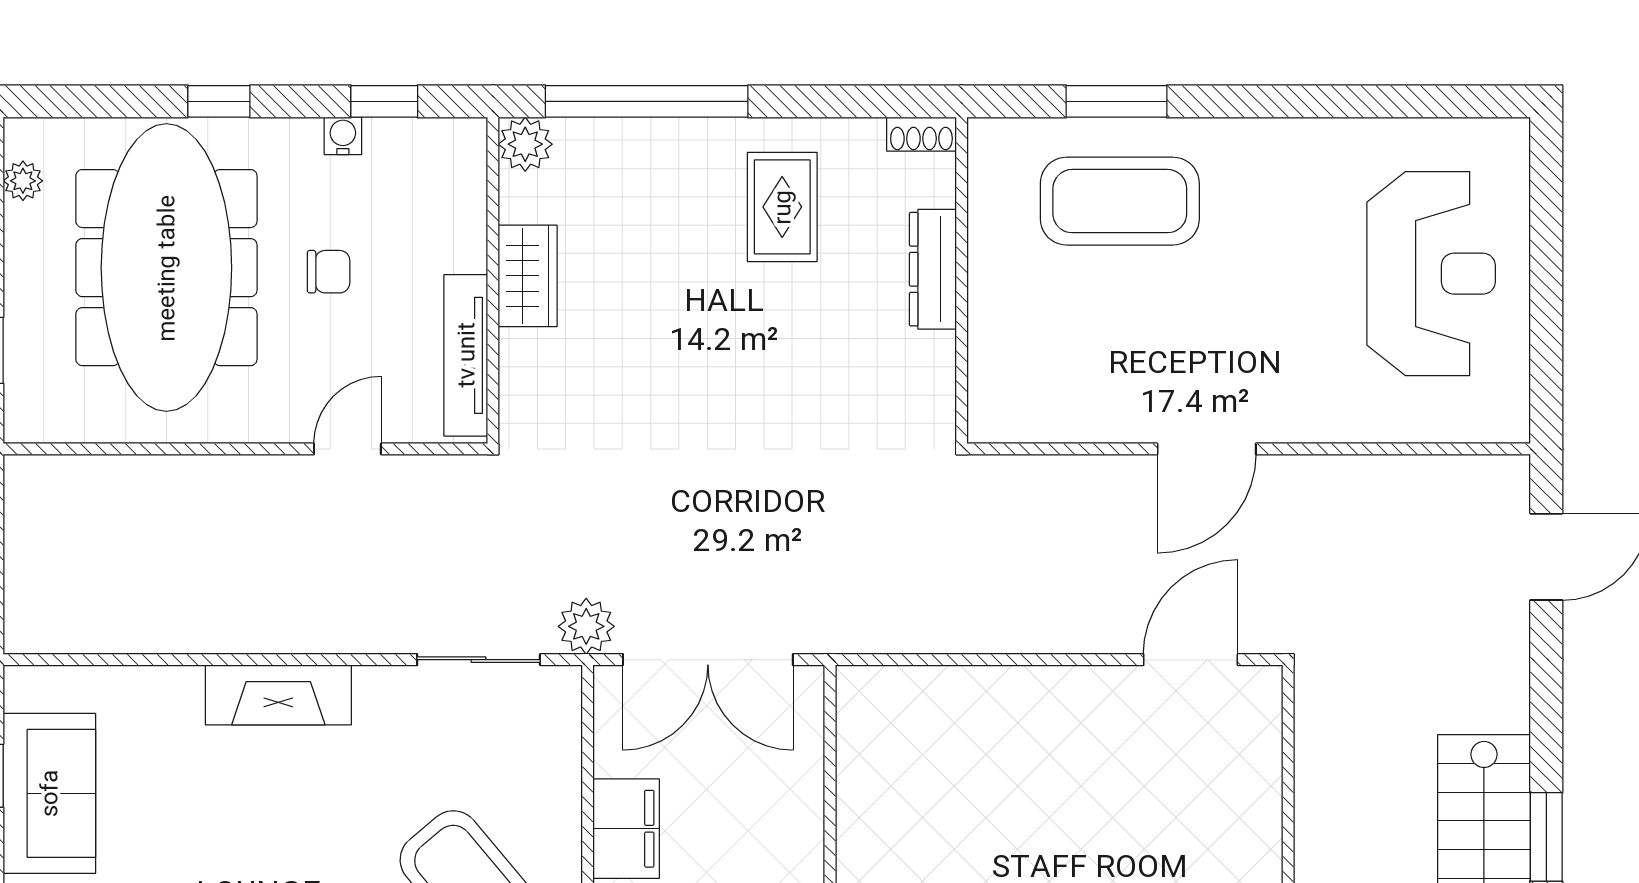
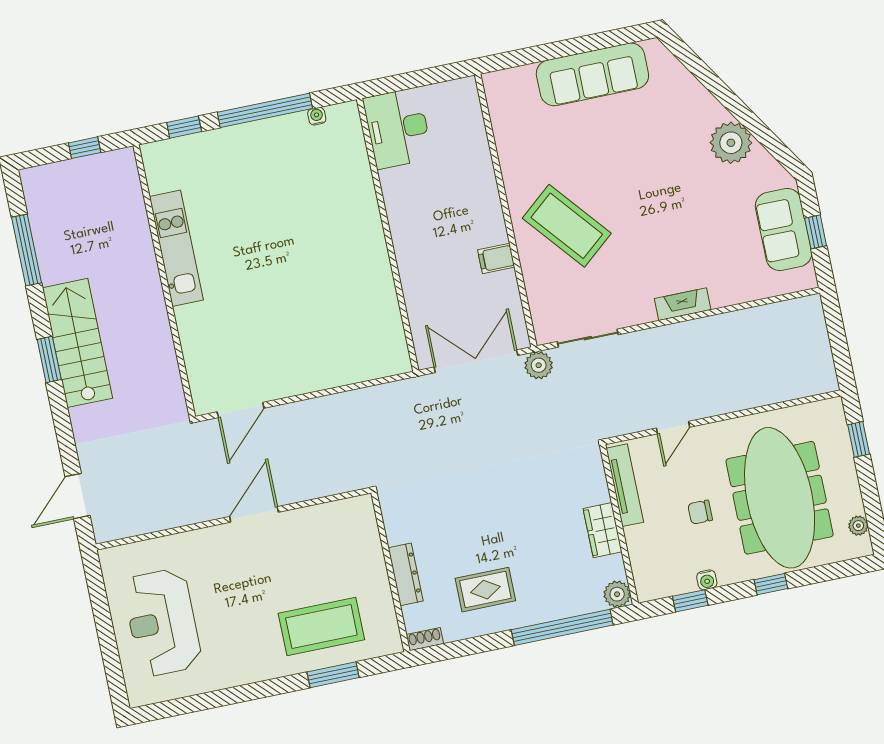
rug: (782, 207) -> (485, 590), turned 90
fireplace: (278, 695) -> (683, 304), width x0.73, depth x0.76
filing cabinet: (626, 829) -> (496, 258), width x0.50

